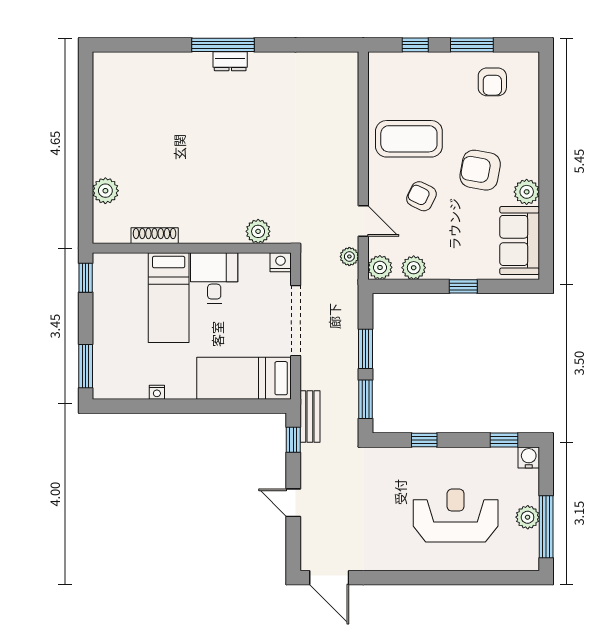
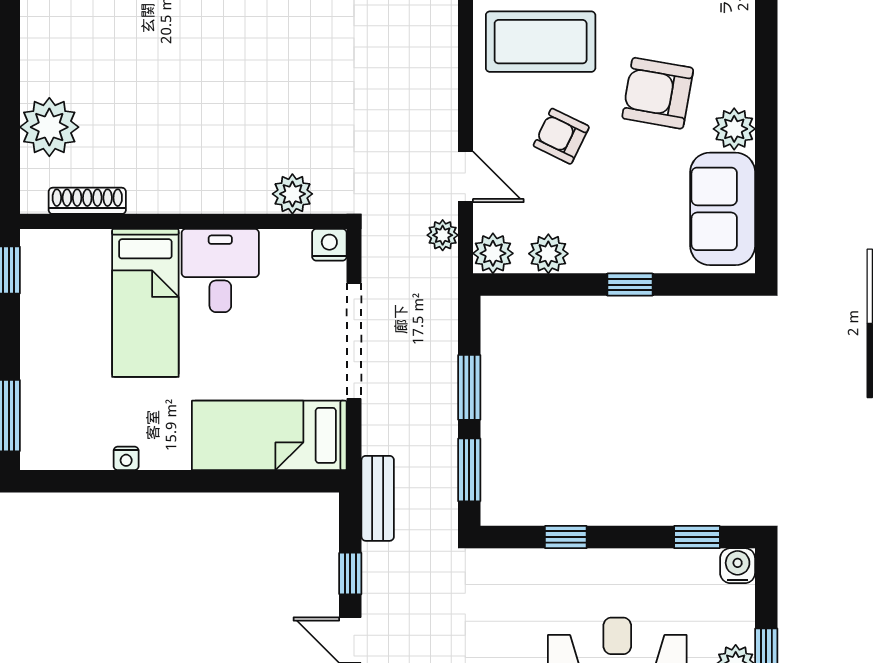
plant: (105, 191) -> (49, 127), width x1.36, depth x1.36
shoe rack: (155, 236) -> (87, 201), moved
window: (293, 440) -> (350, 573), moved

